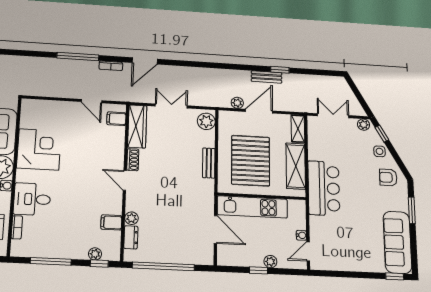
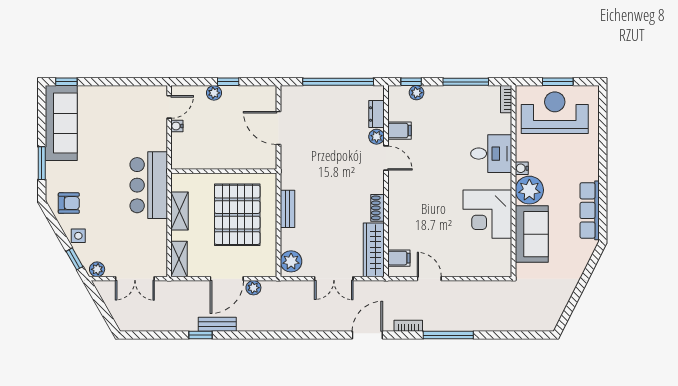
shelving: (296, 166) -> (180, 211), width x0.67, depth x0.75
door: (125, 180) -> (386, 158), moved
kitchen unit: (252, 207) -> (235, 158), removed
bookcase: (17, 227) -> (506, 99), moved

